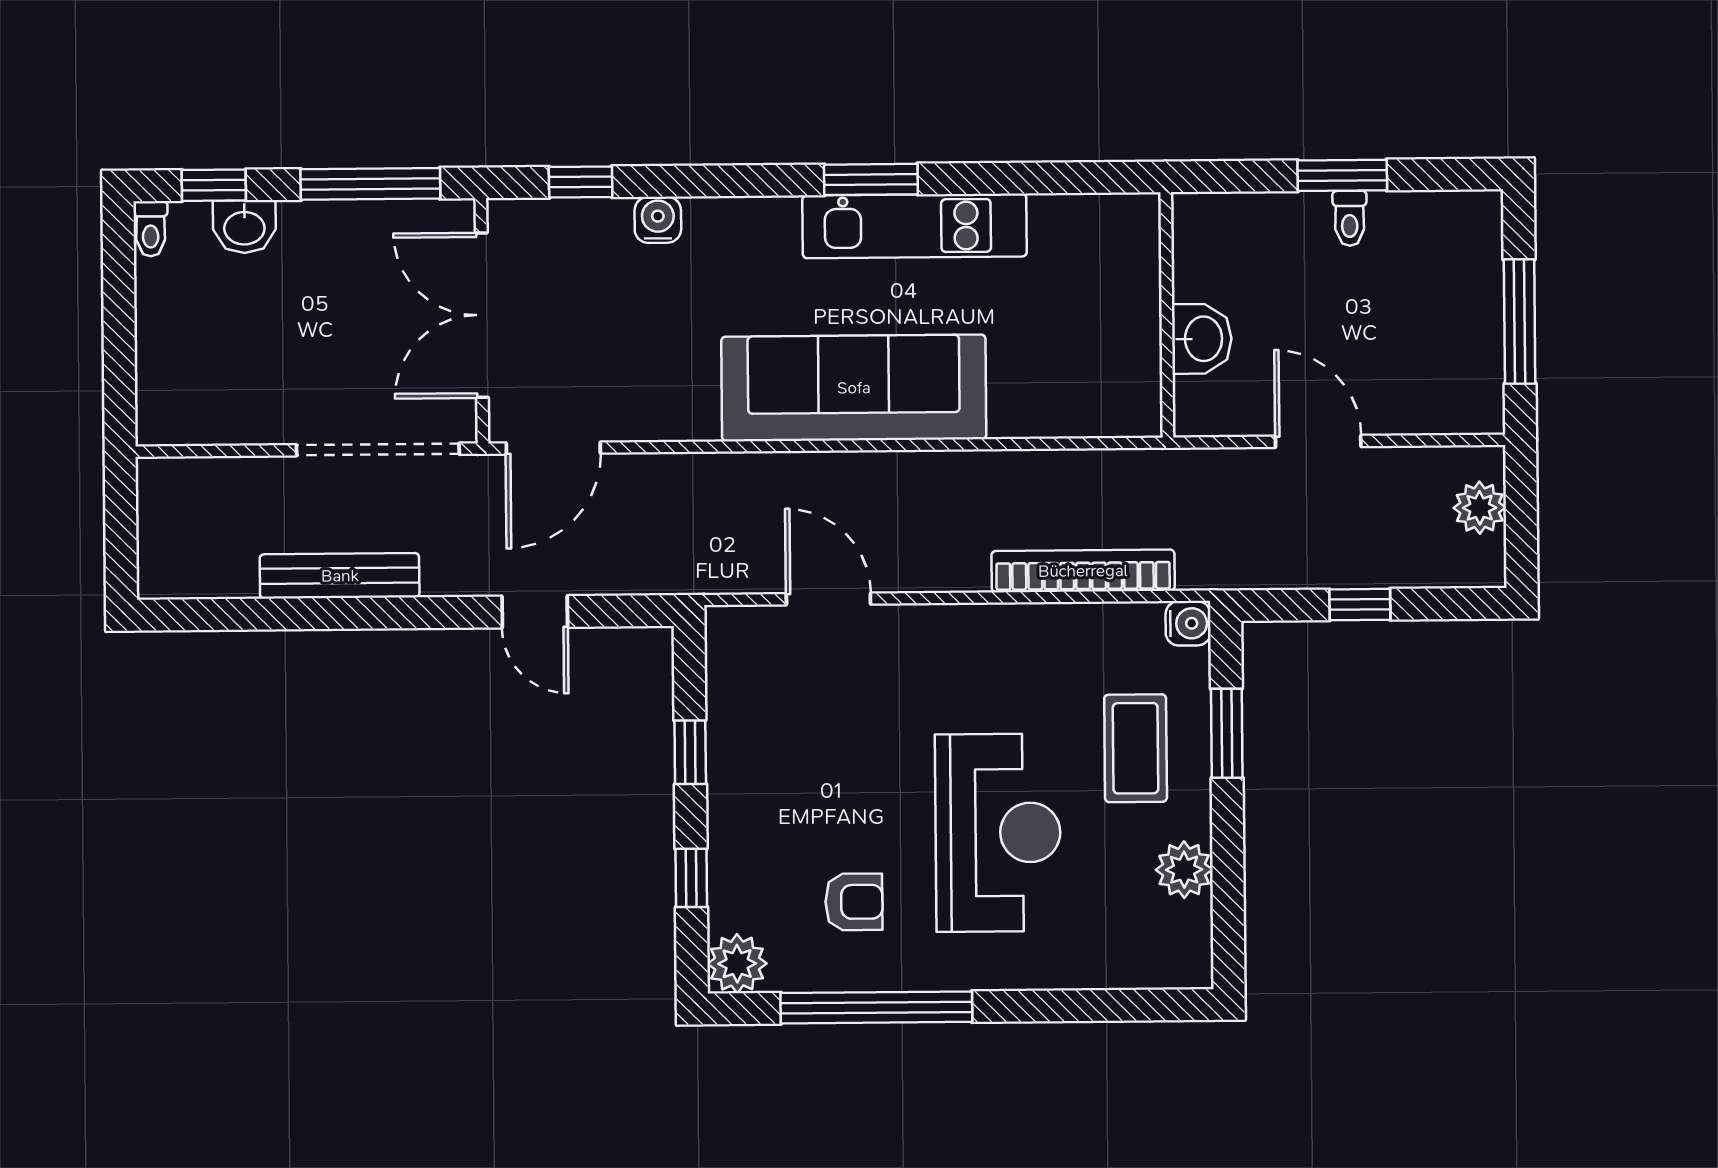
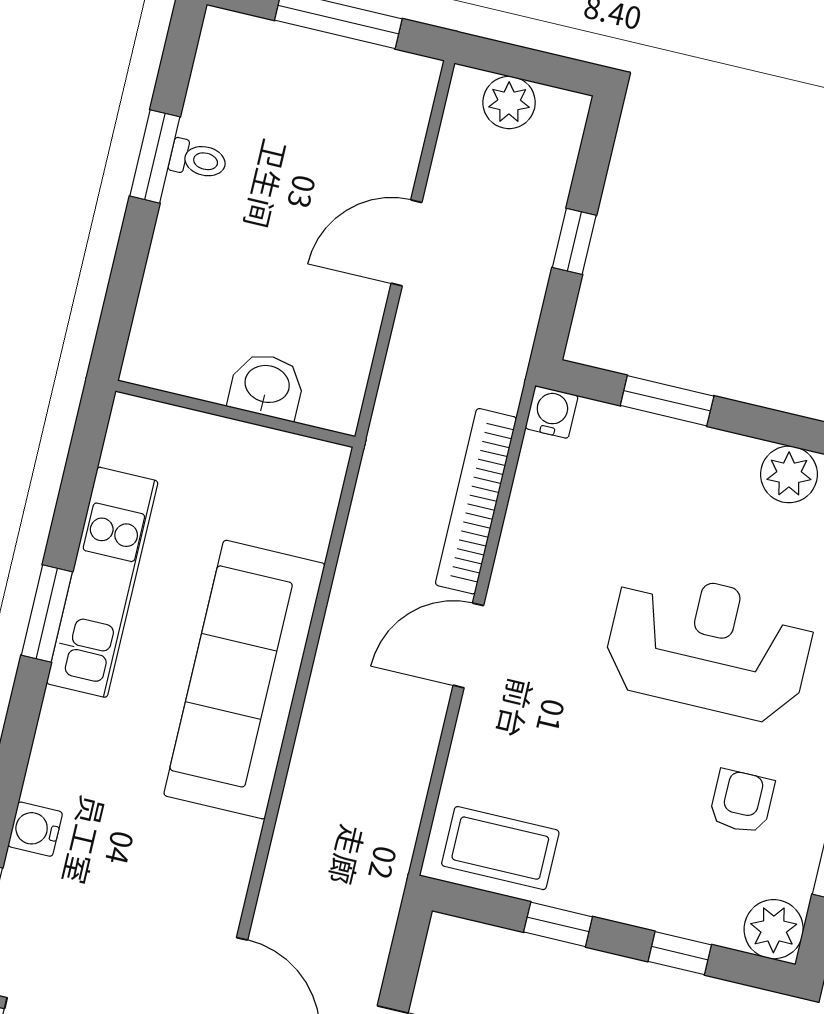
wall: (1167, 315) -> (235, 414), moved
washbasin: (1202, 339) -> (267, 386), moved
door: (828, 599) -> (468, 645), moved
coffee table: (1136, 748) -> (500, 848), moved

